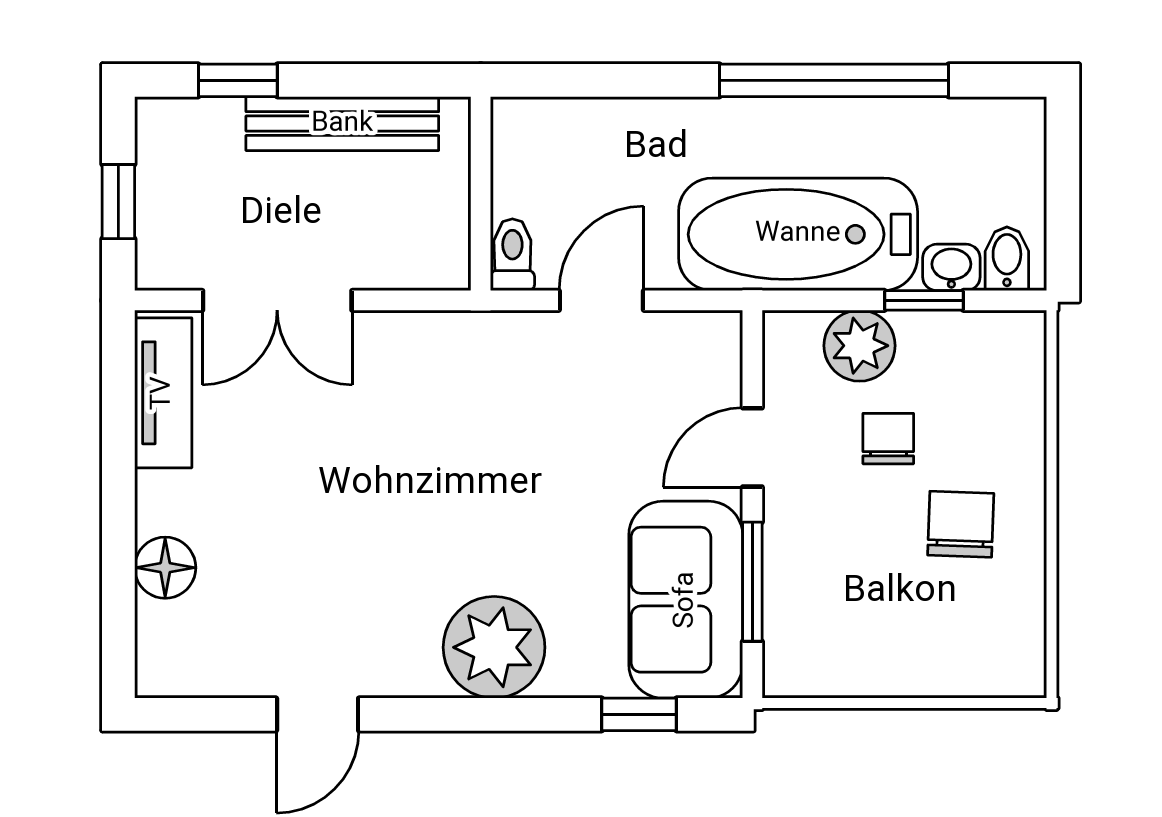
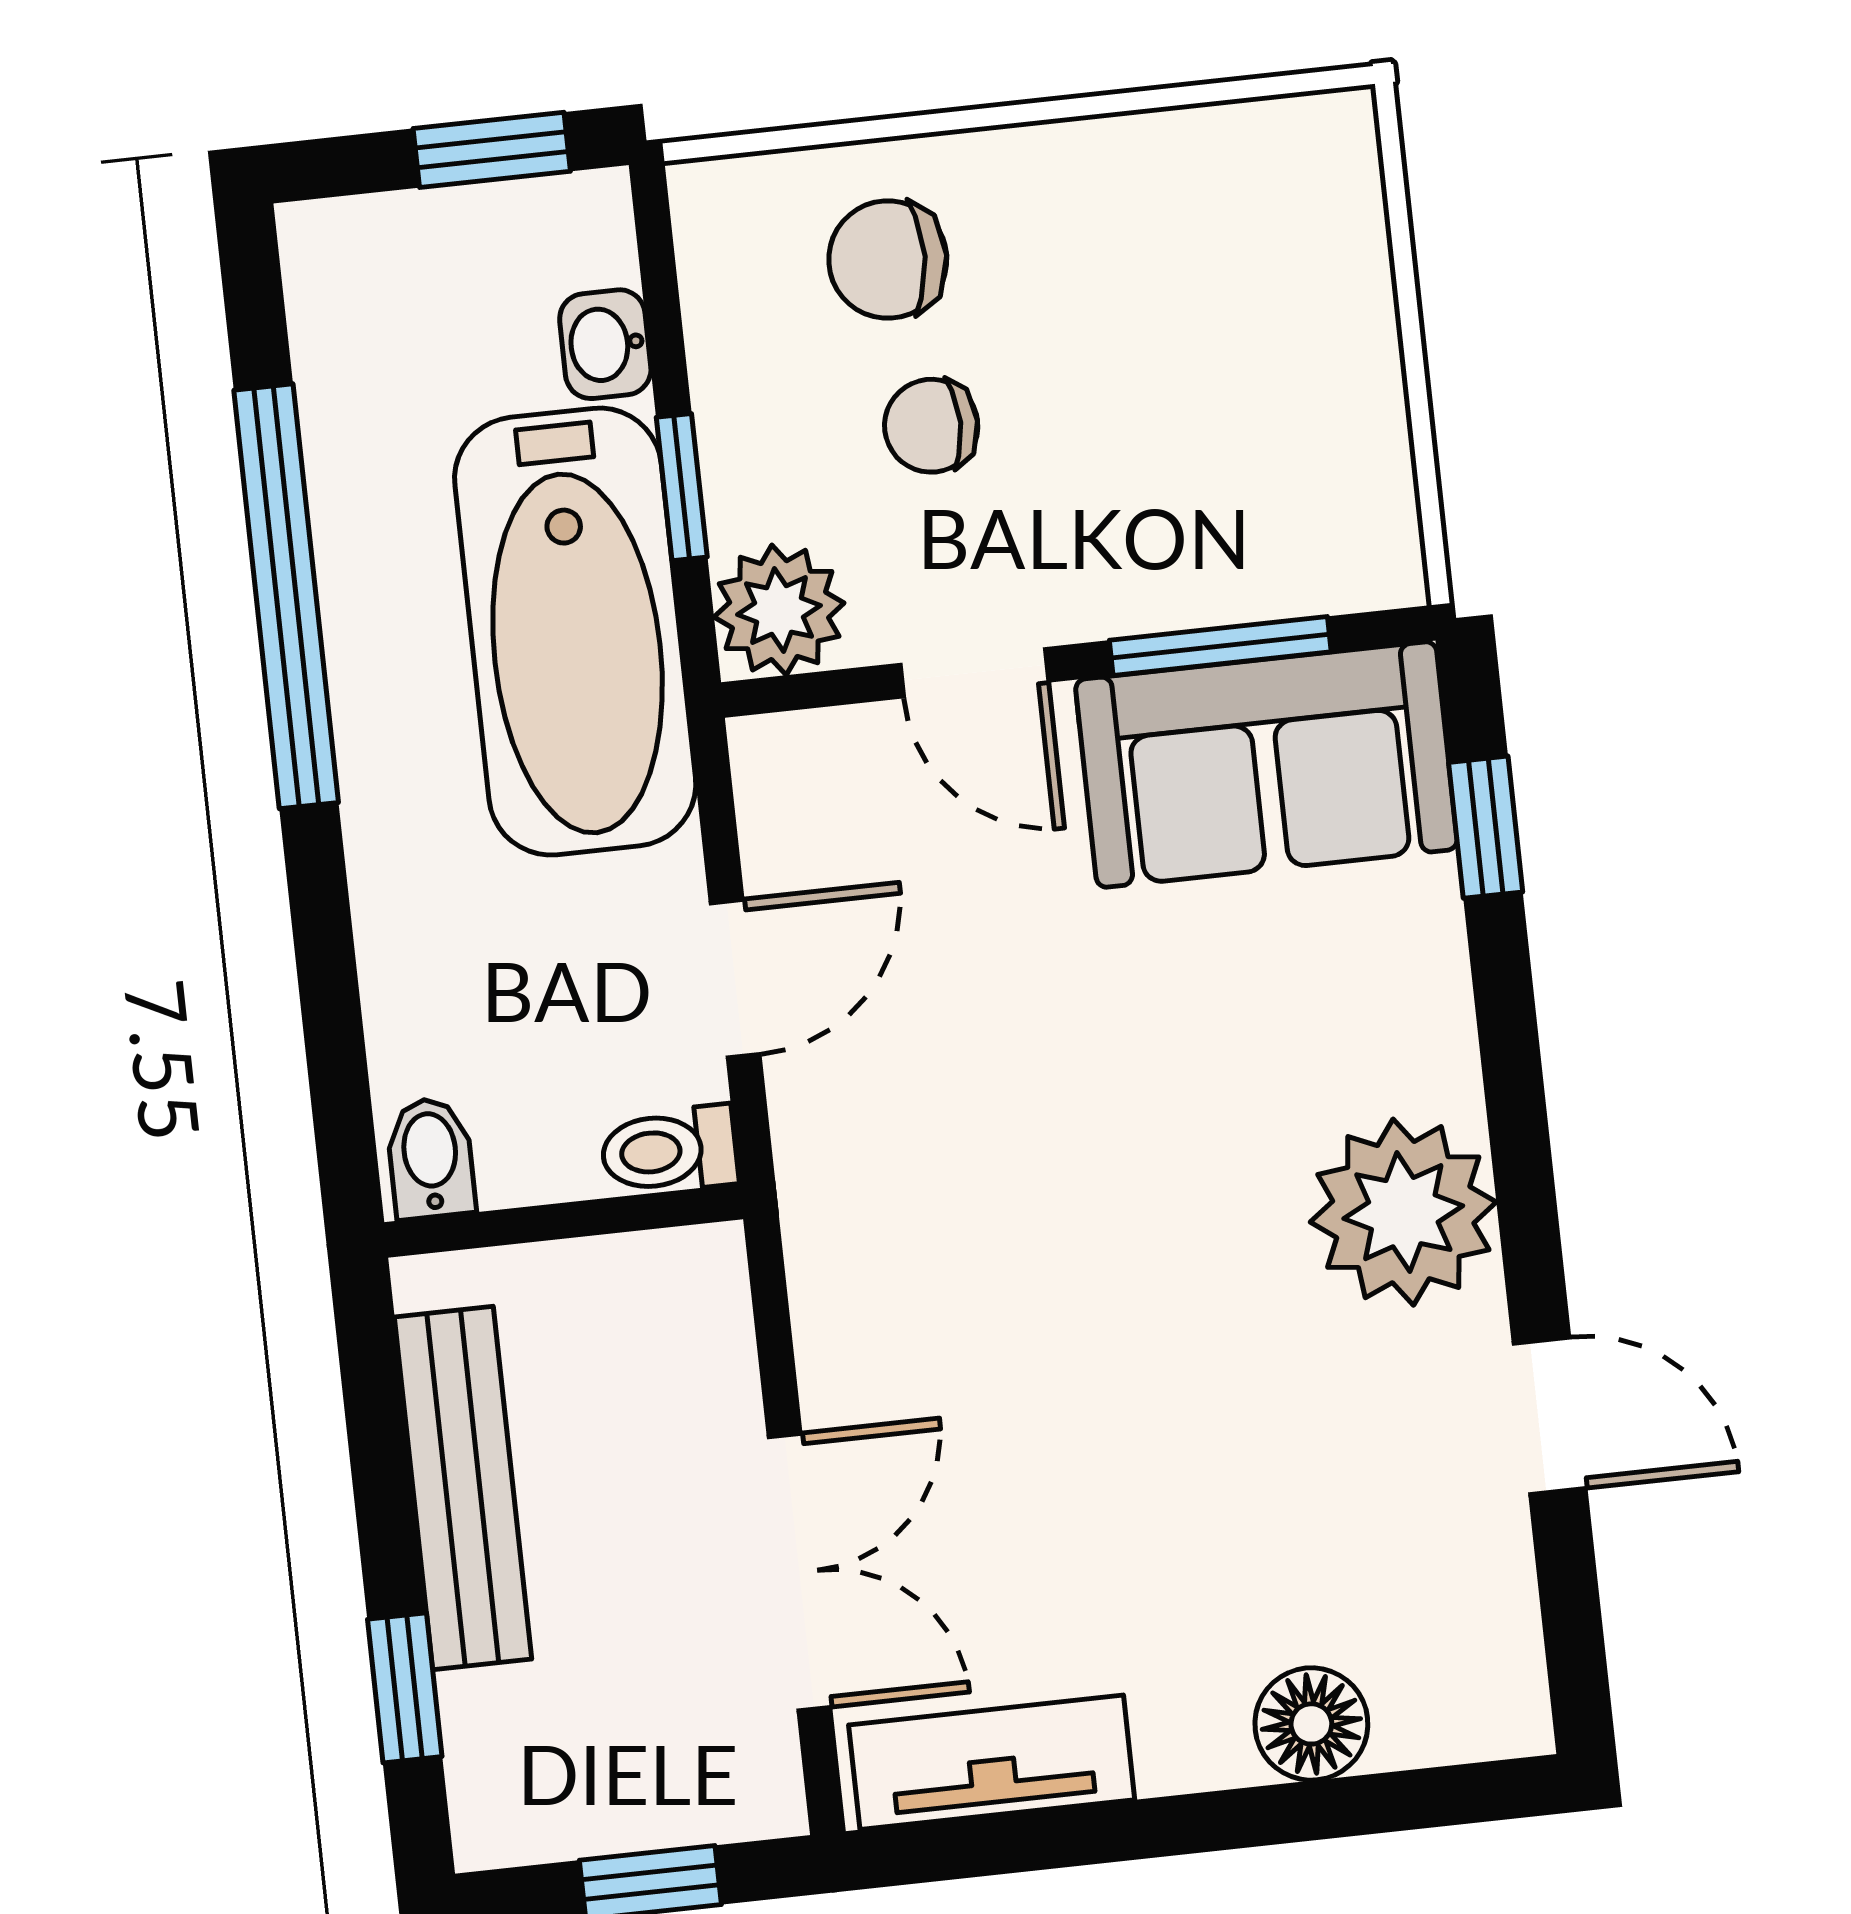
window: (1063, 218) -> (492, 150), added
bidet: (1007, 259) -> (431, 1158), moved, turned 90
door: (601, 300) -> (735, 979), swing flipped
window: (924, 300) -> (682, 487), moved
plant: (860, 346) -> (779, 610), moved
chair: (961, 524) -> (888, 259), moved
plant: (494, 647) -> (1403, 1212), moved

